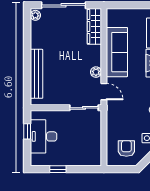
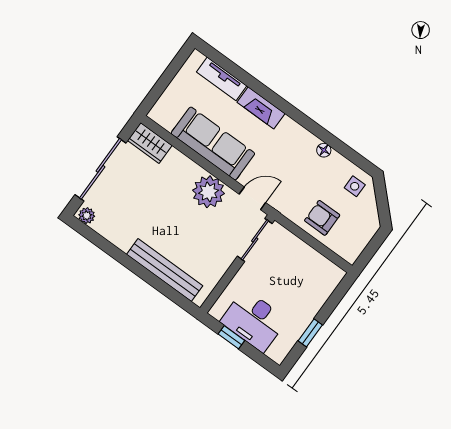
wardrobe: (94, 26) -> (150, 143), width x0.67
plant: (96, 72) -> (209, 192), width x1.87, depth x1.87
armchair: (126, 148) -> (322, 218), moved

